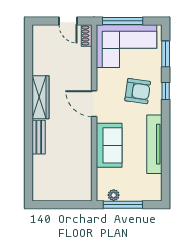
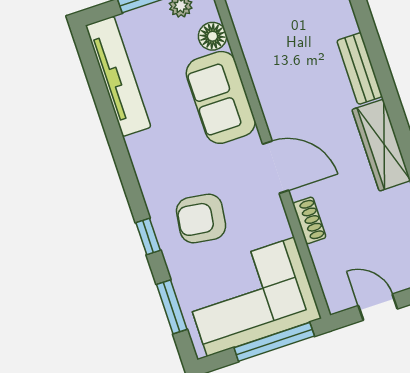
shoe rack: (87, 36) -> (309, 220), moved
tv unit: (154, 144) -> (118, 76), moved
floor lamp: (103, 176) -> (213, 36), added

